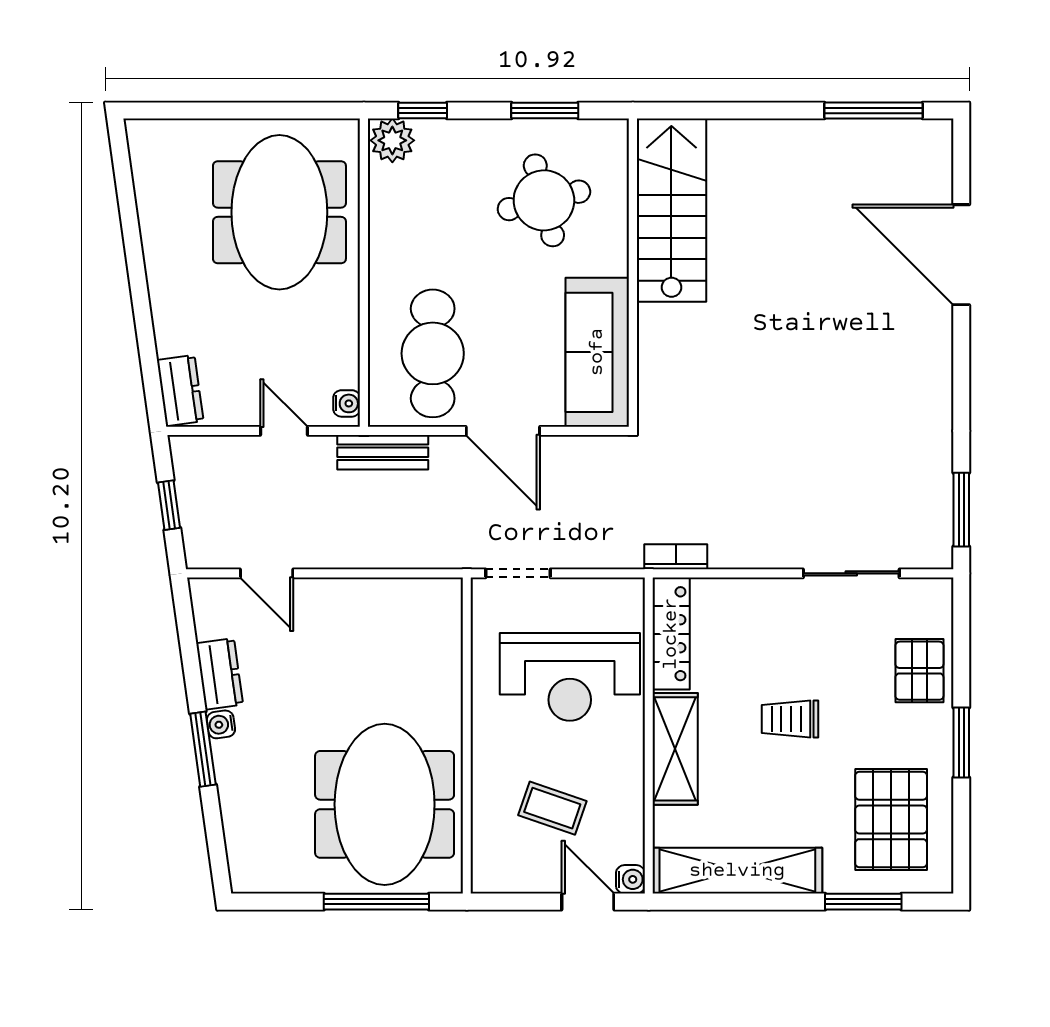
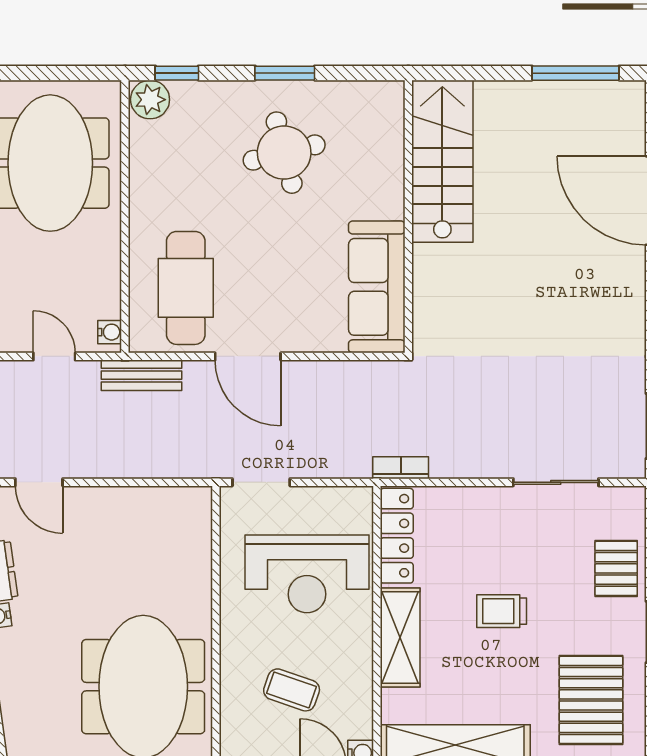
stairs: (671, 210) -> (442, 161), moved
wall: (633, 273) -> (408, 217), moved
sofa: (597, 352) -> (377, 287), moved

